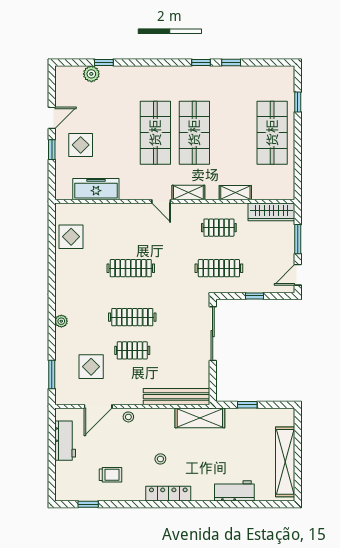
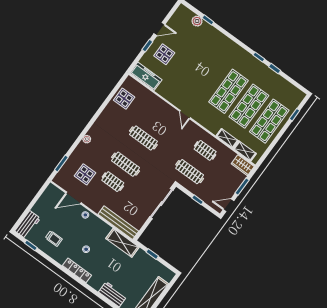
shop shelf: (155, 133) -> (249, 106), moved
freezer: (96, 189) -> (146, 76), moved
shelving: (188, 192) -> (245, 151), moved
wardrobe: (271, 212) -> (243, 165), width x0.67
workbench: (65, 441) -> (28, 225), moved

